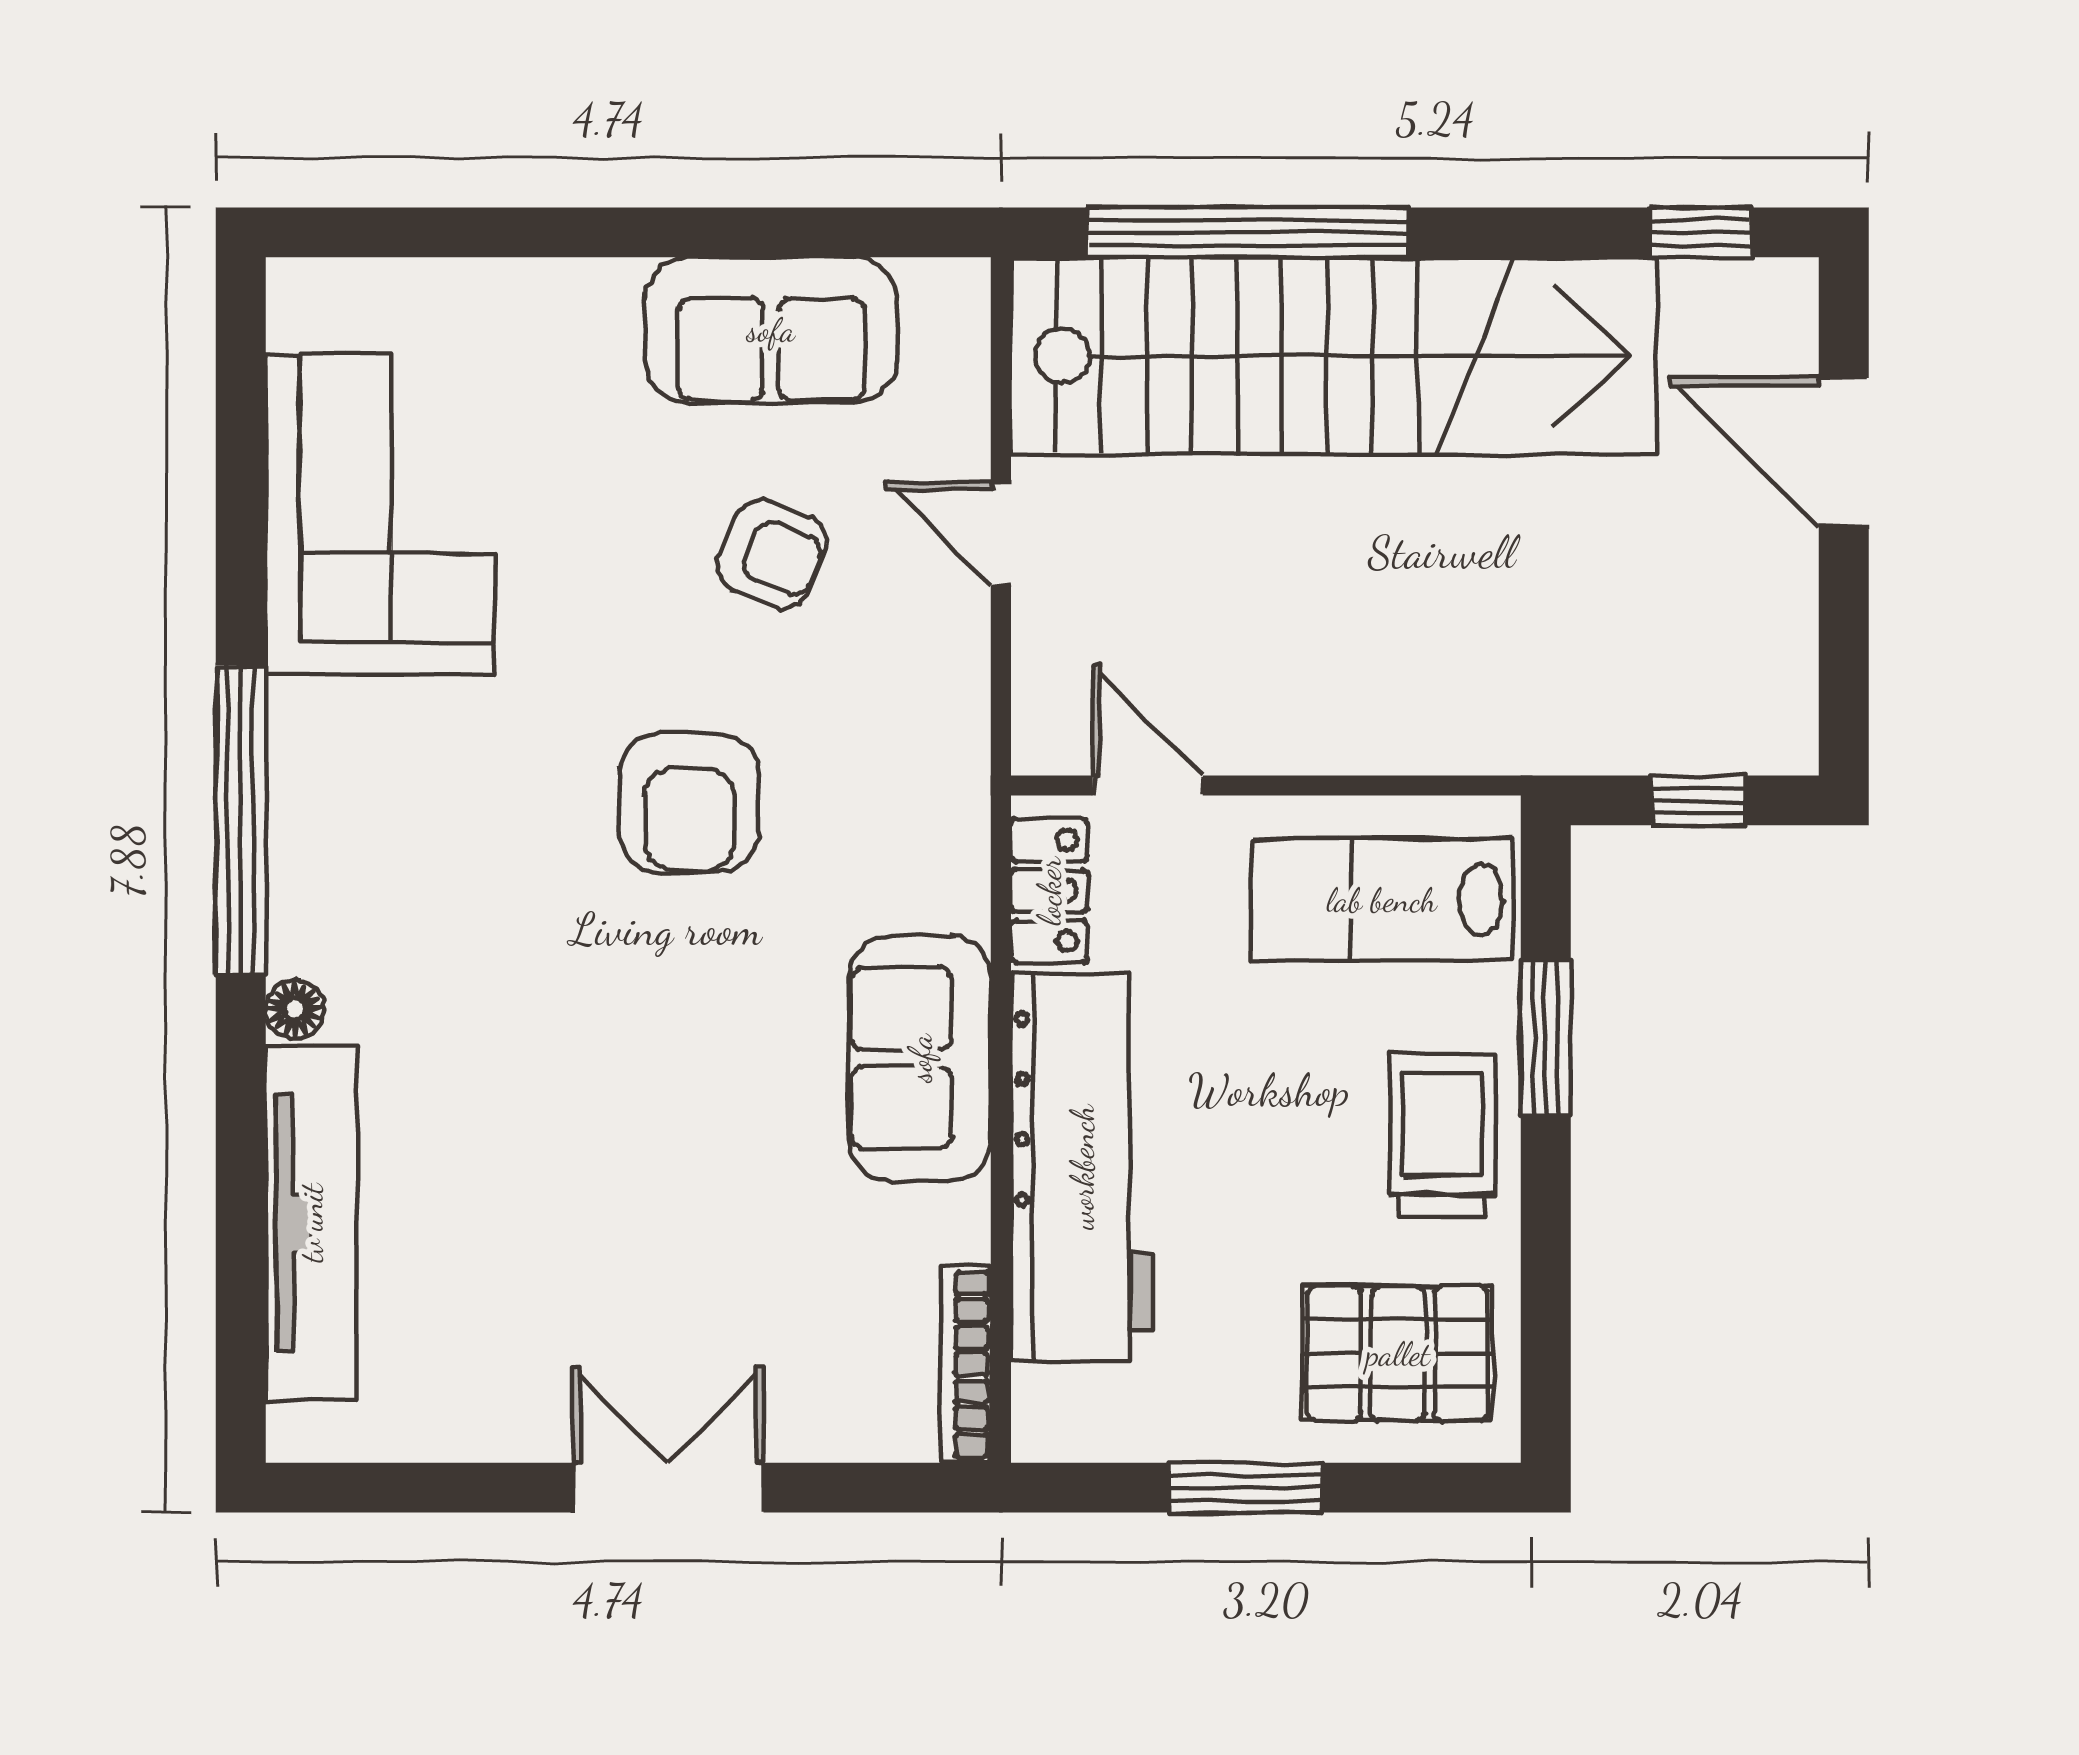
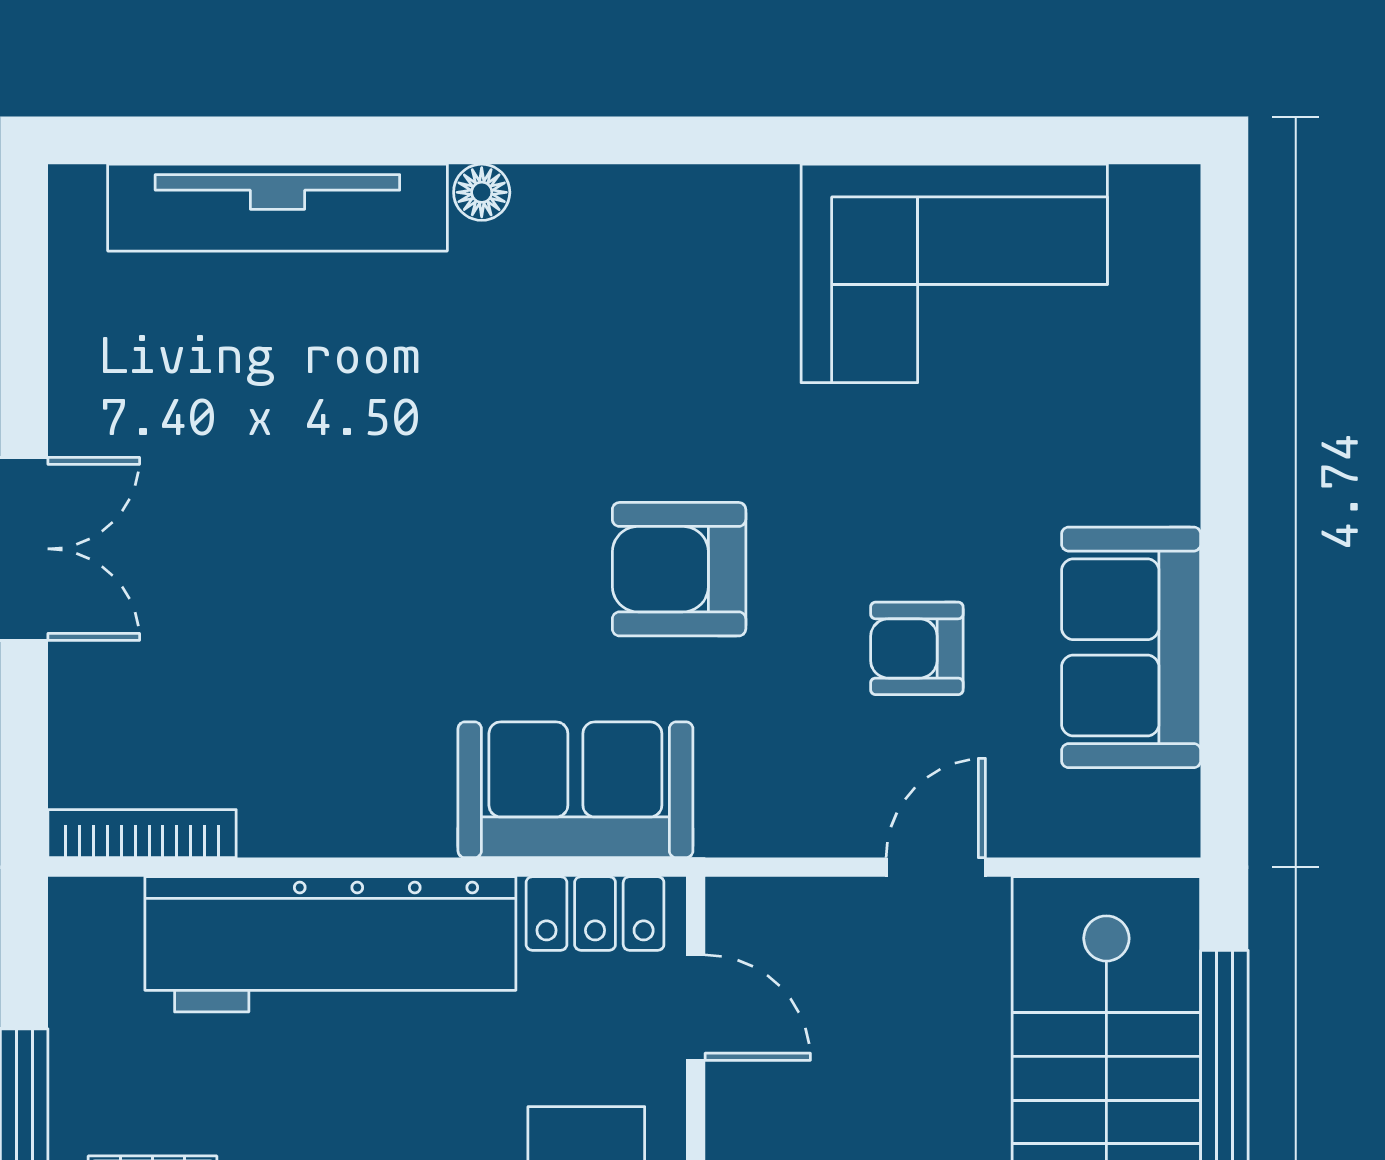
armchair: (772, 554) -> (917, 648), turned 68
door: (1148, 785) -> (696, 1008), hinge flipped
window: (241, 820) -> (663, 140), removed
sofa: (920, 1058) -> (575, 790), moved

